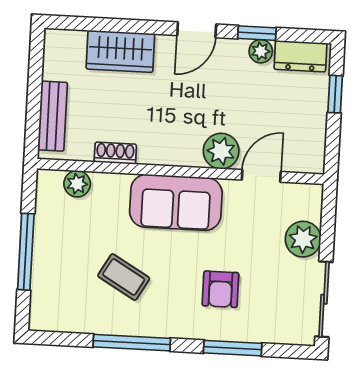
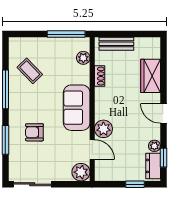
window: (257, 33) -> (163, 158), moved
plant: (303, 239) -> (81, 172), moved
window: (26, 252) -> (66, 34), moved
coffee table: (124, 277) -> (30, 71), moved, turned -74

